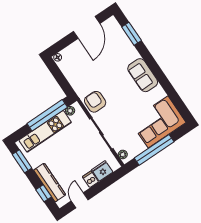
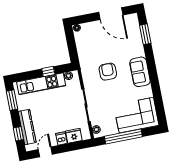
door: (87, 27) -> (111, 14), hinge flipped
armchair: (95, 102) -> (108, 72), moved
window: (47, 115) -> (48, 71), width x0.32

